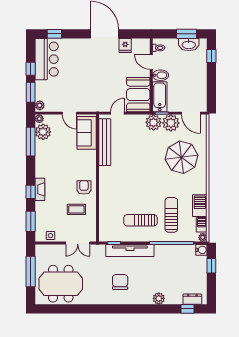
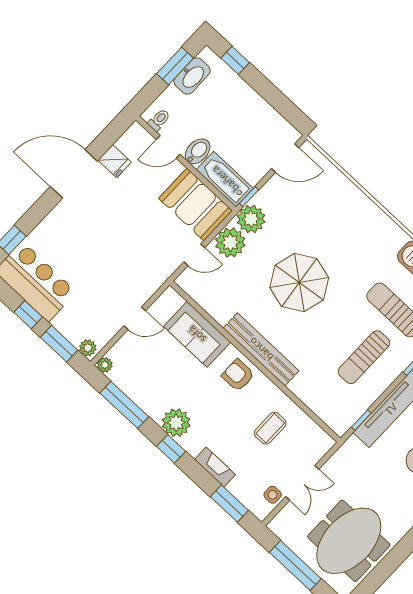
door: (118, 113) -> (194, 255), swing flipped
plant: (171, 123) -> (230, 242), moved
plant: (43, 132) -> (176, 423), moved
sofa: (87, 133) -> (197, 334), moved
bench: (105, 142) -> (261, 349), moved
parasol: (182, 157) -> (299, 283), moved
armchair: (84, 187) -> (238, 375), moved
fireplace: (40, 189) -> (215, 467), moved
window: (31, 192) -> (171, 449), moved
double door: (78, 243) -> (302, 483), moved

